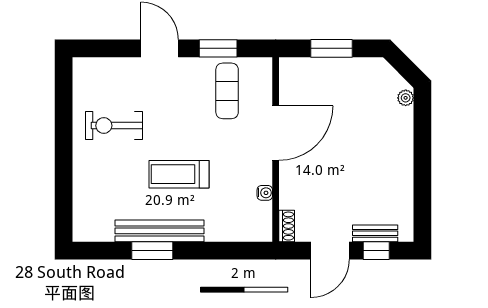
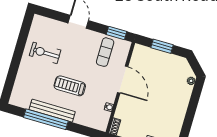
window: (218, 48) -> (117, 33), moved
door: (276, 133) -> (123, 80), hinge flipped
window: (152, 251) -> (46, 119), width x2.11

